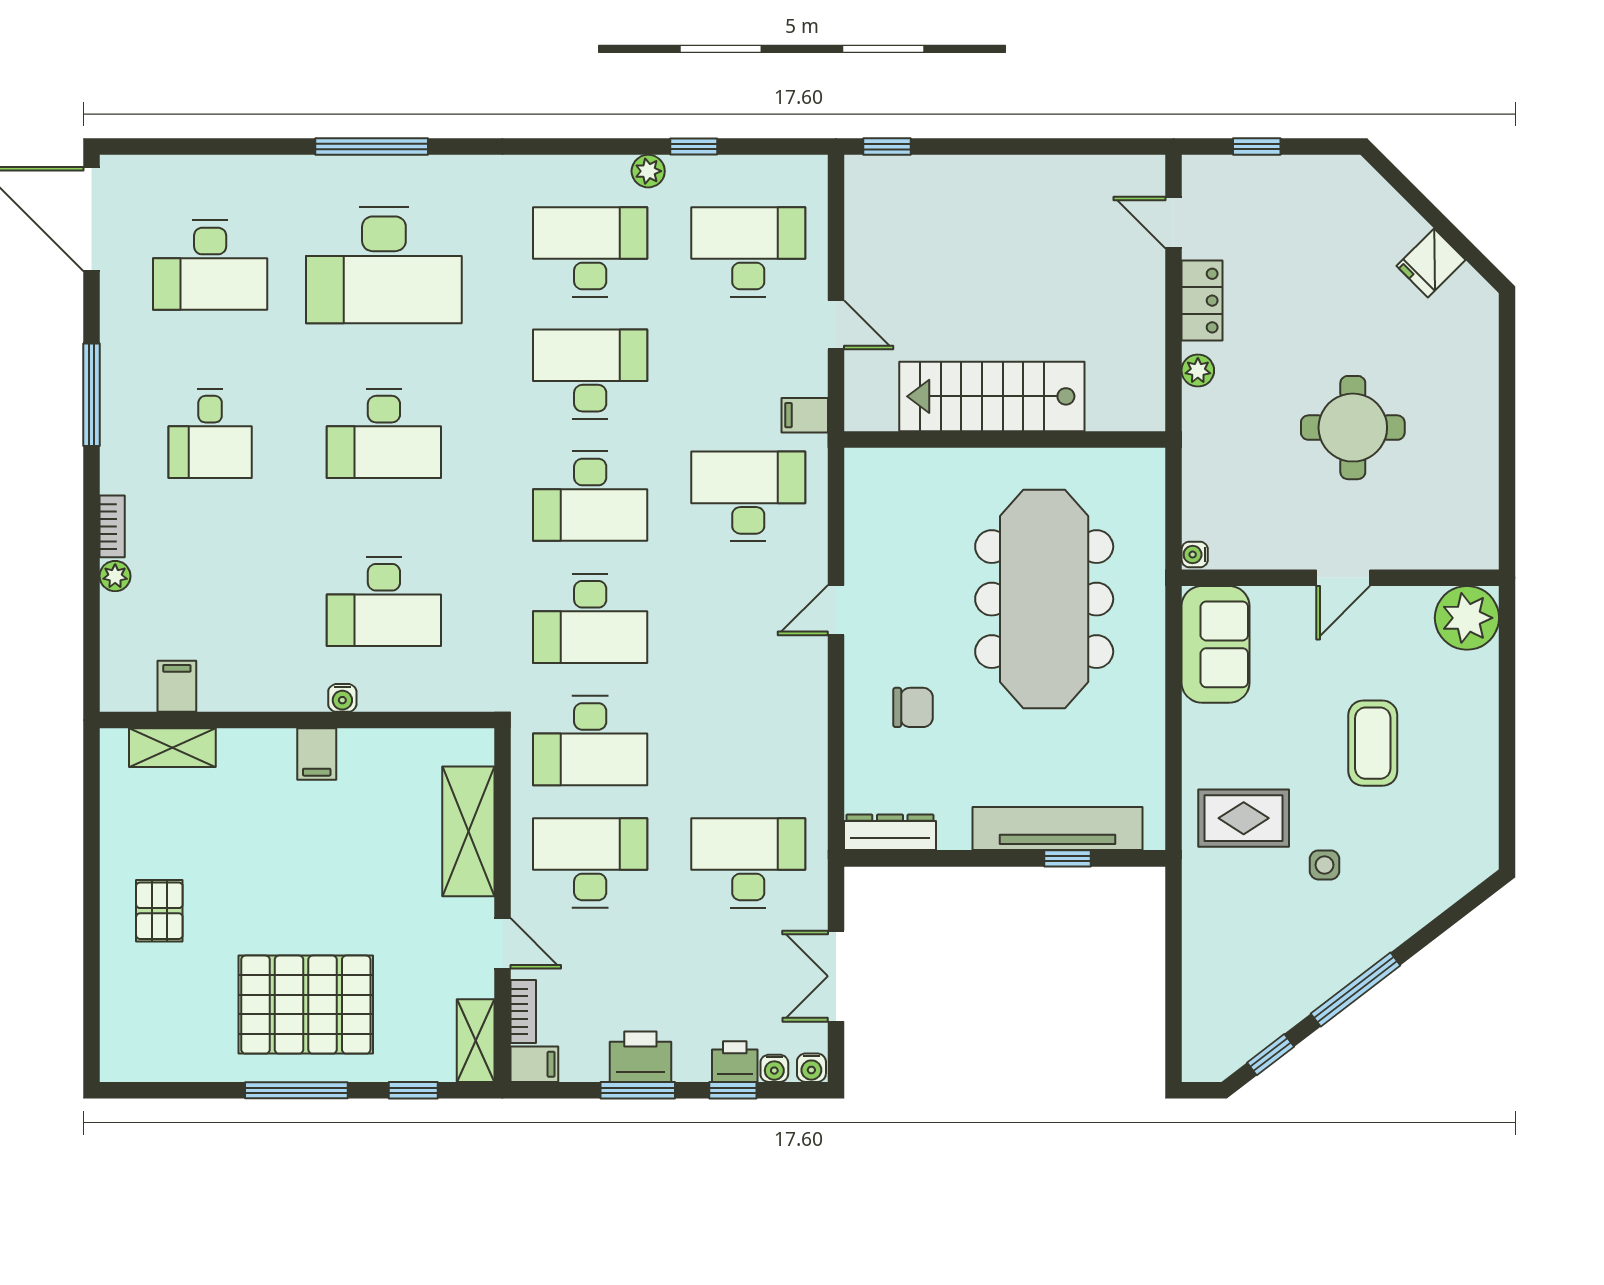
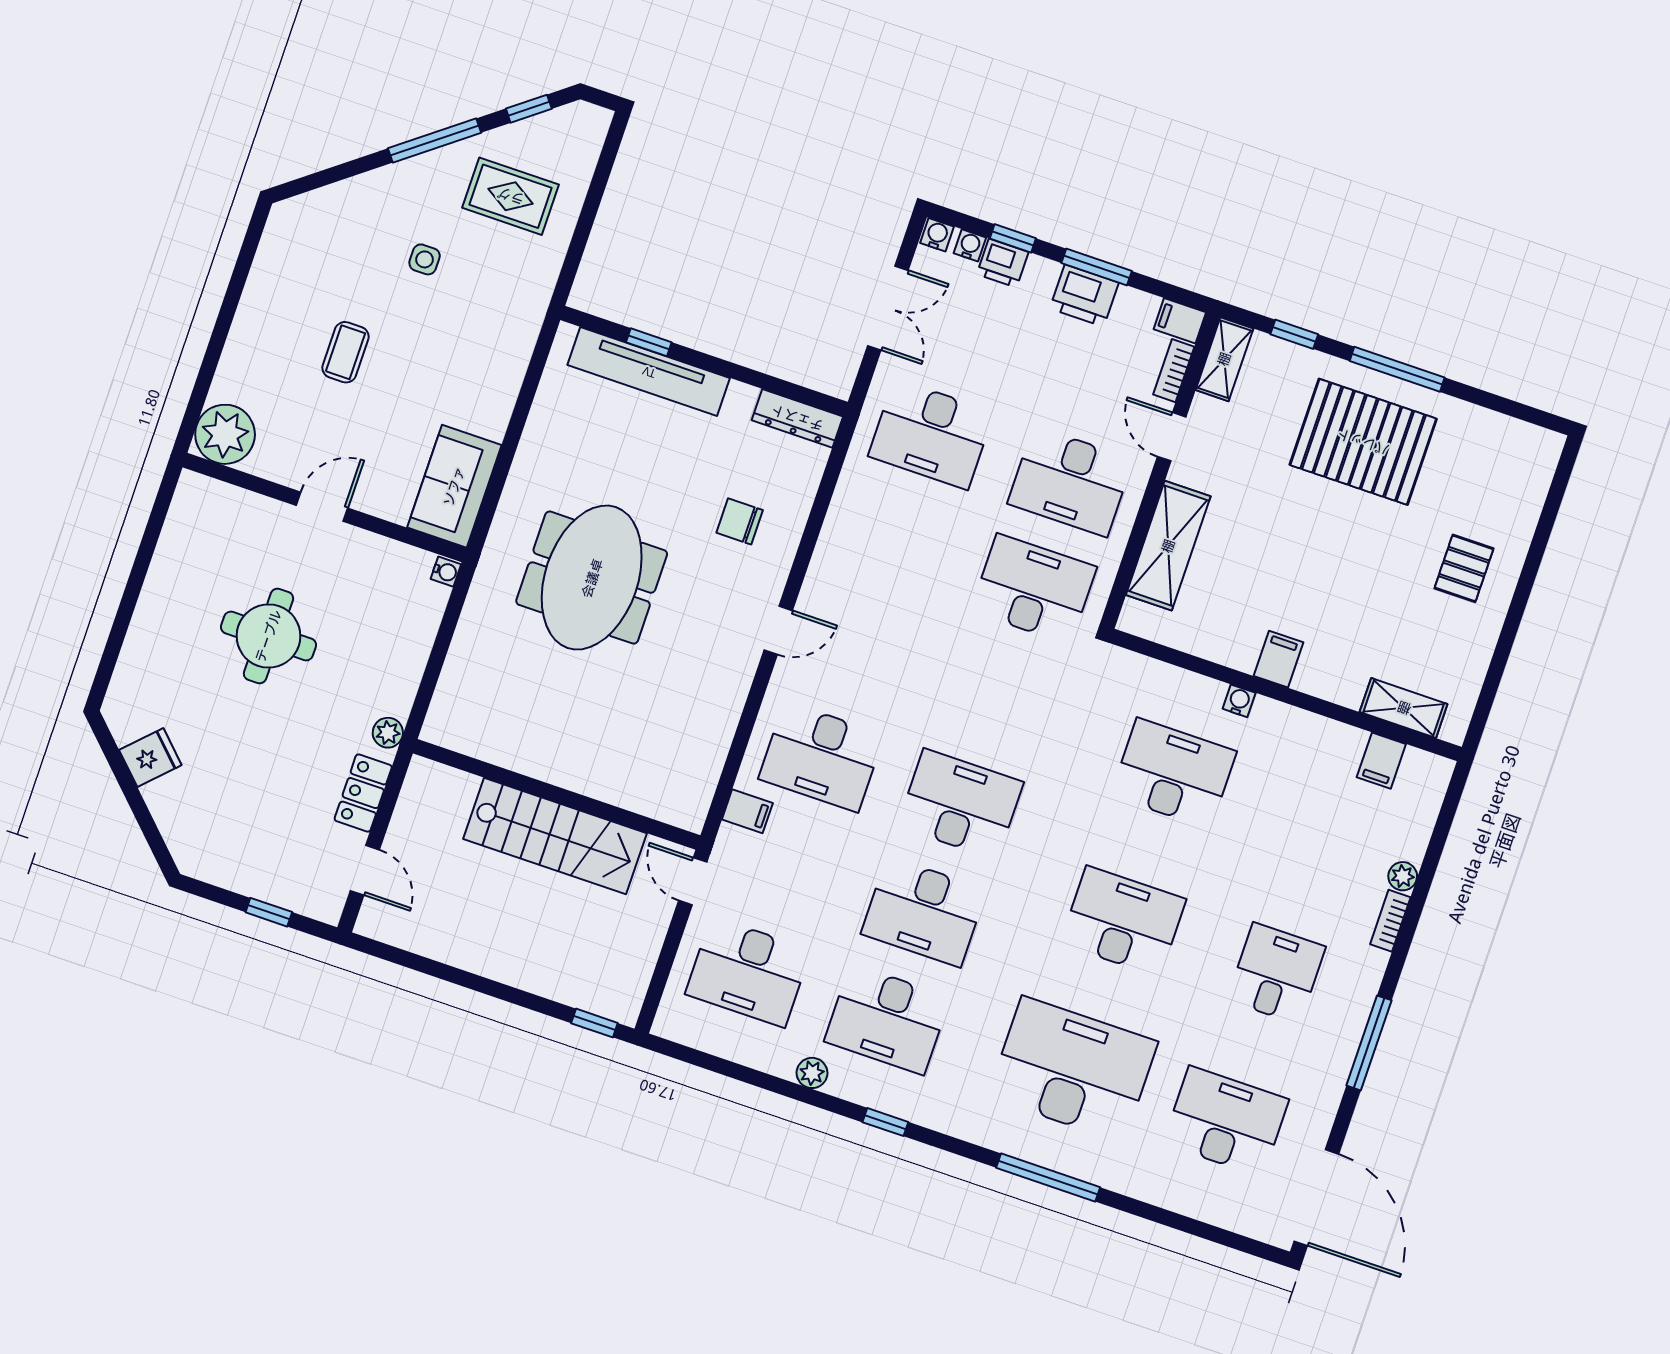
window: (694, 147) -> (885, 1122), moved
stairs: (992, 396) -> (555, 836), moved
wall: (1005, 439) -> (557, 794), moved
meeting table: (1044, 599) -> (592, 578), width x0.73
desk: (590, 618) -> (997, 697), removed
coffee table: (1373, 743) -> (346, 352), width x0.73, depth x0.77
rug: (1244, 818) -> (511, 196), moved

